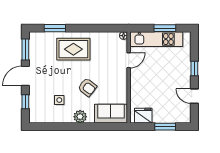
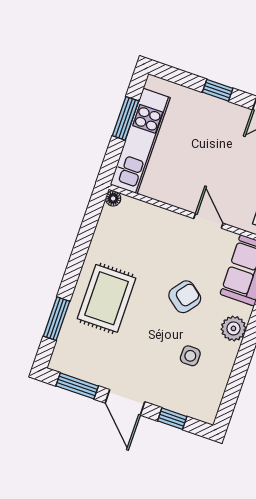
door: (129, 60) -> (208, 221), moved

